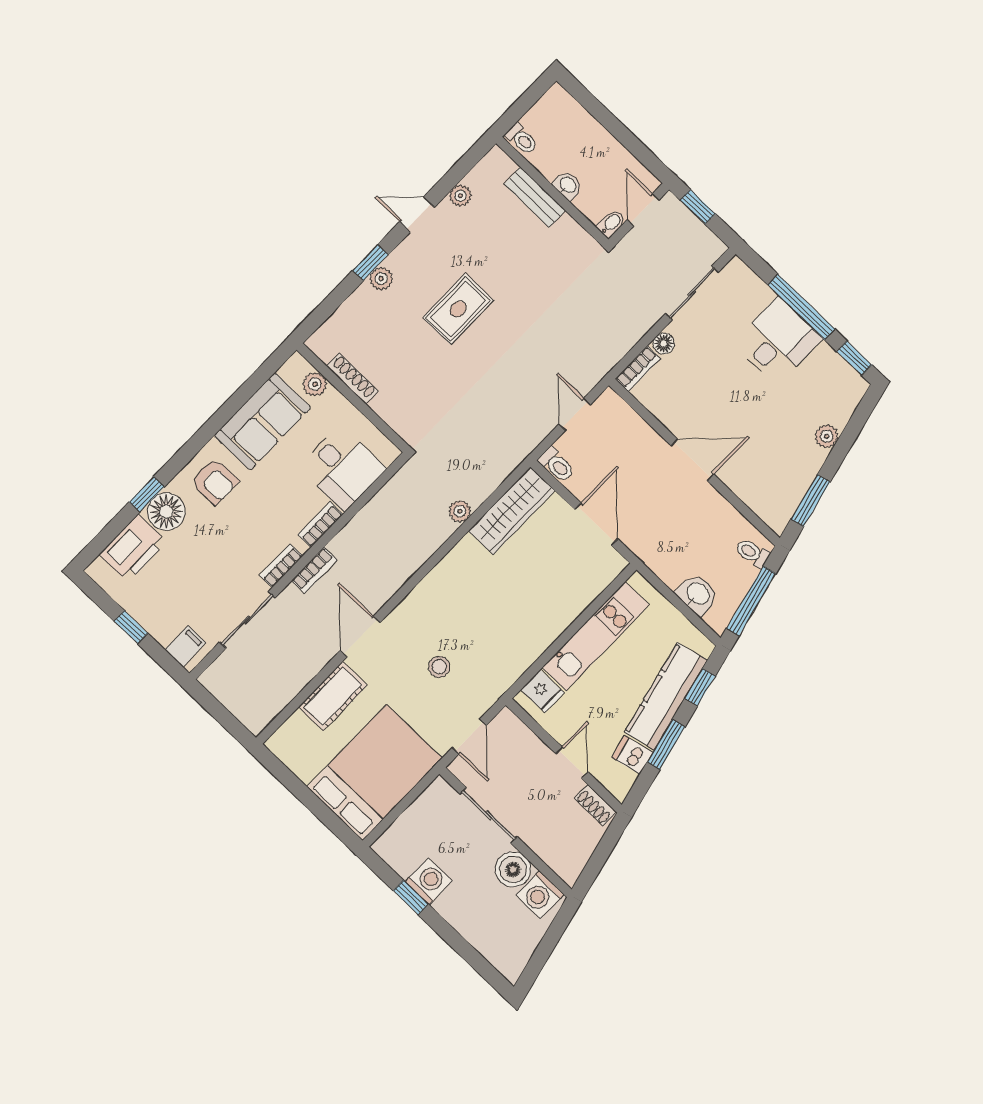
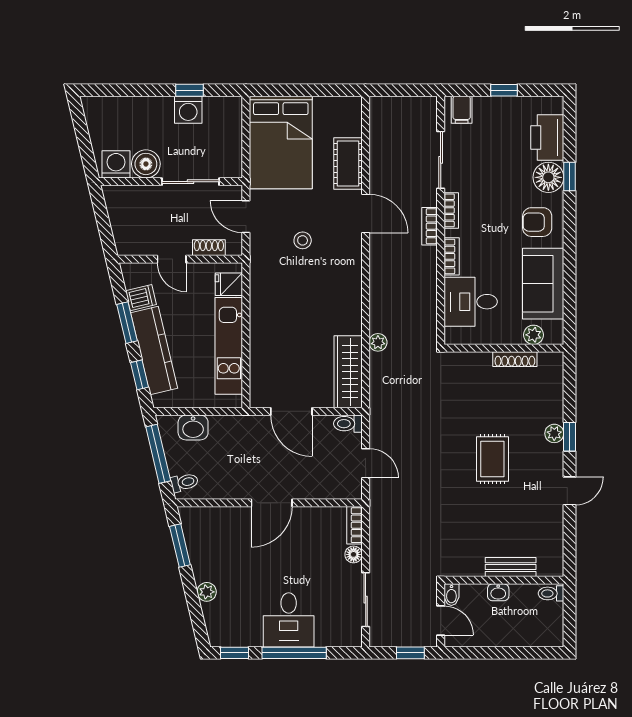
plant: (460, 196) -> (555, 526), removed
shoe rack: (595, 805) -> (209, 248), moved

